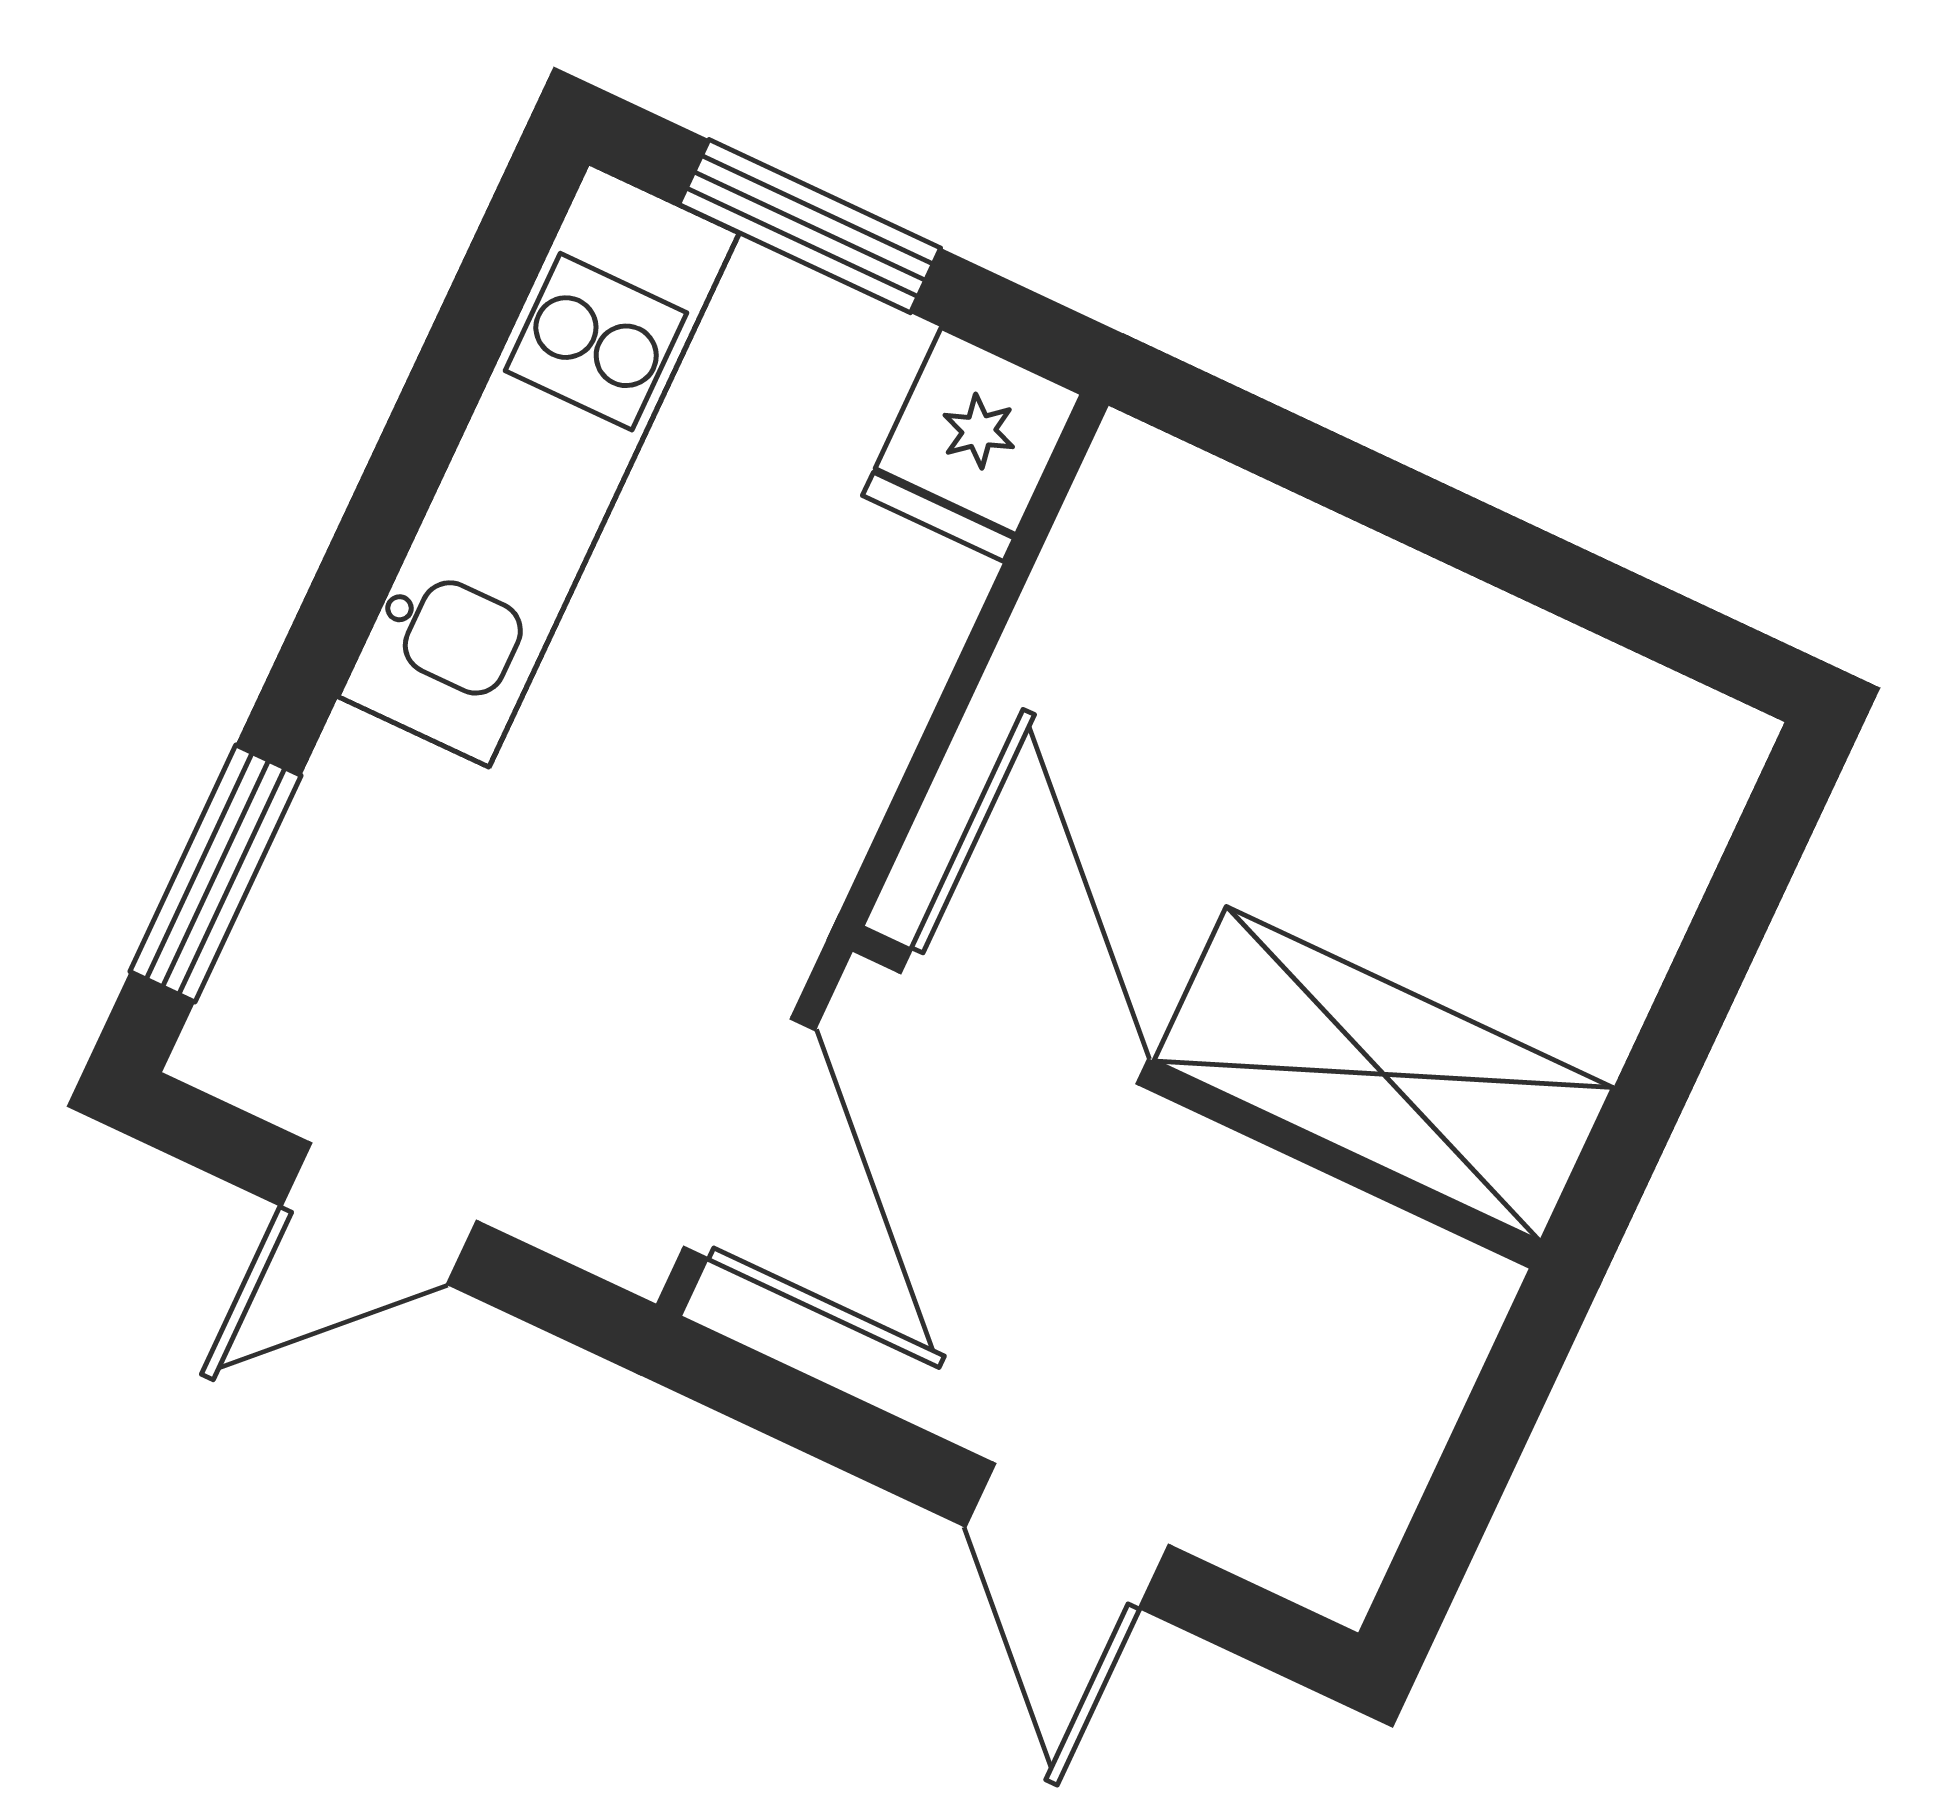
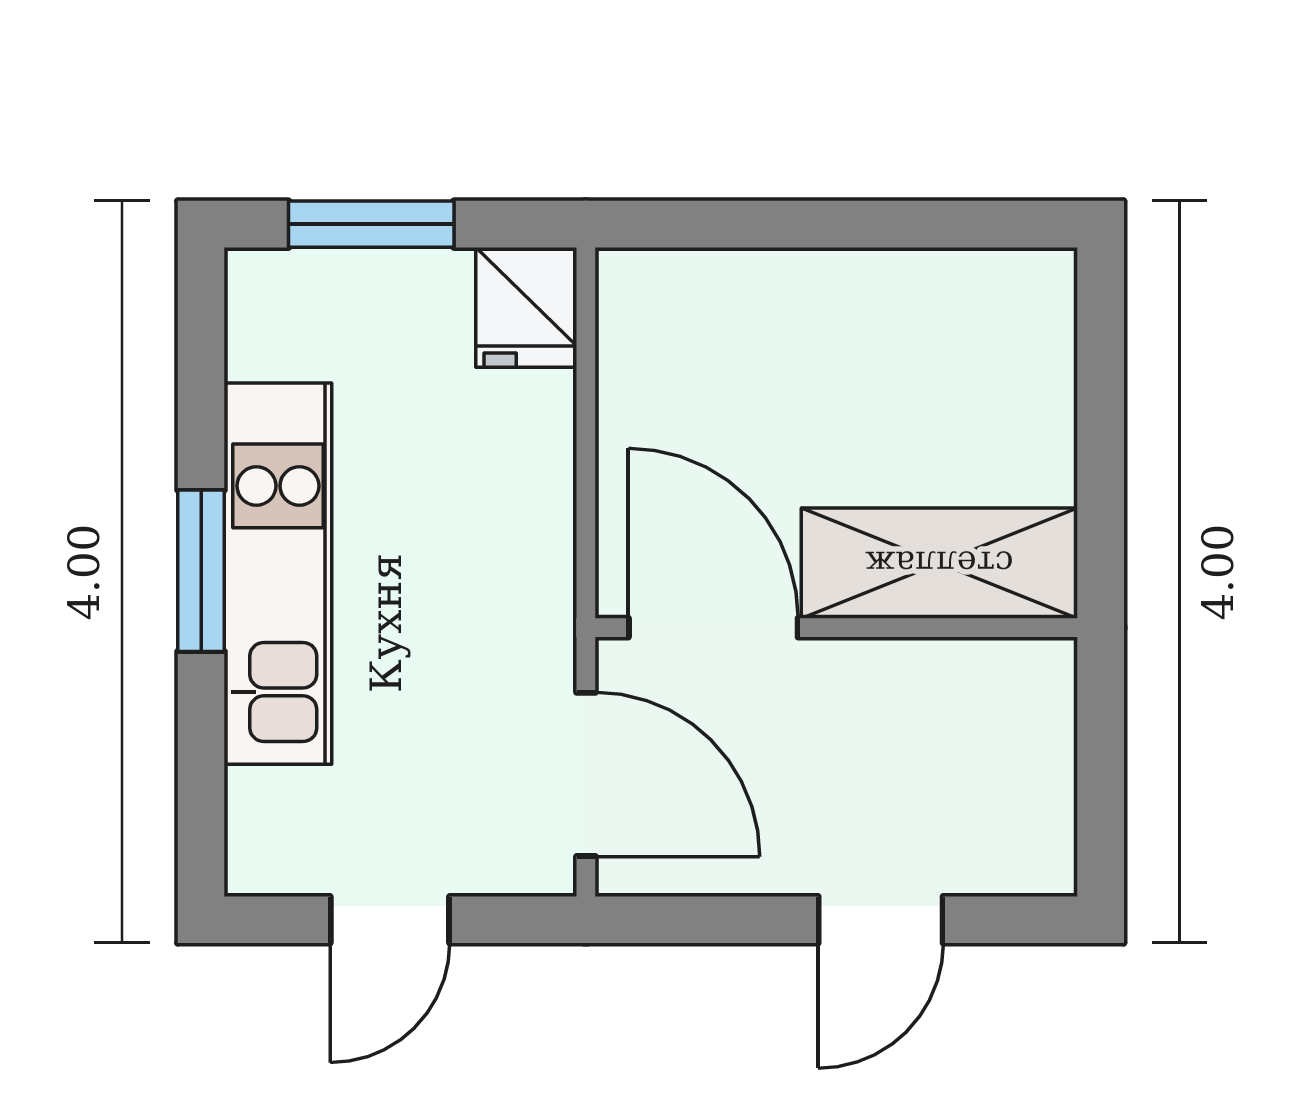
kitchen unit: (538, 465) -> (278, 574), moved
window: (215, 873) -> (201, 571), moved
door: (1067, 1536) -> (881, 920), hinge flipped

